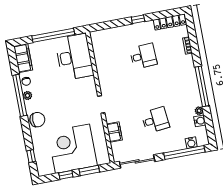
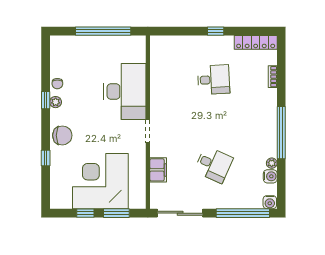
desk: (74, 57) -> (125, 91), moved
filing cabinet: (23, 58) -> (59, 53), removed
window: (20, 95) -> (46, 100), width x0.32
desk: (155, 120) -> (214, 165), turned 30
water cooler: (191, 143) -> (270, 202), moved
window: (31, 156) -> (46, 158), moved

